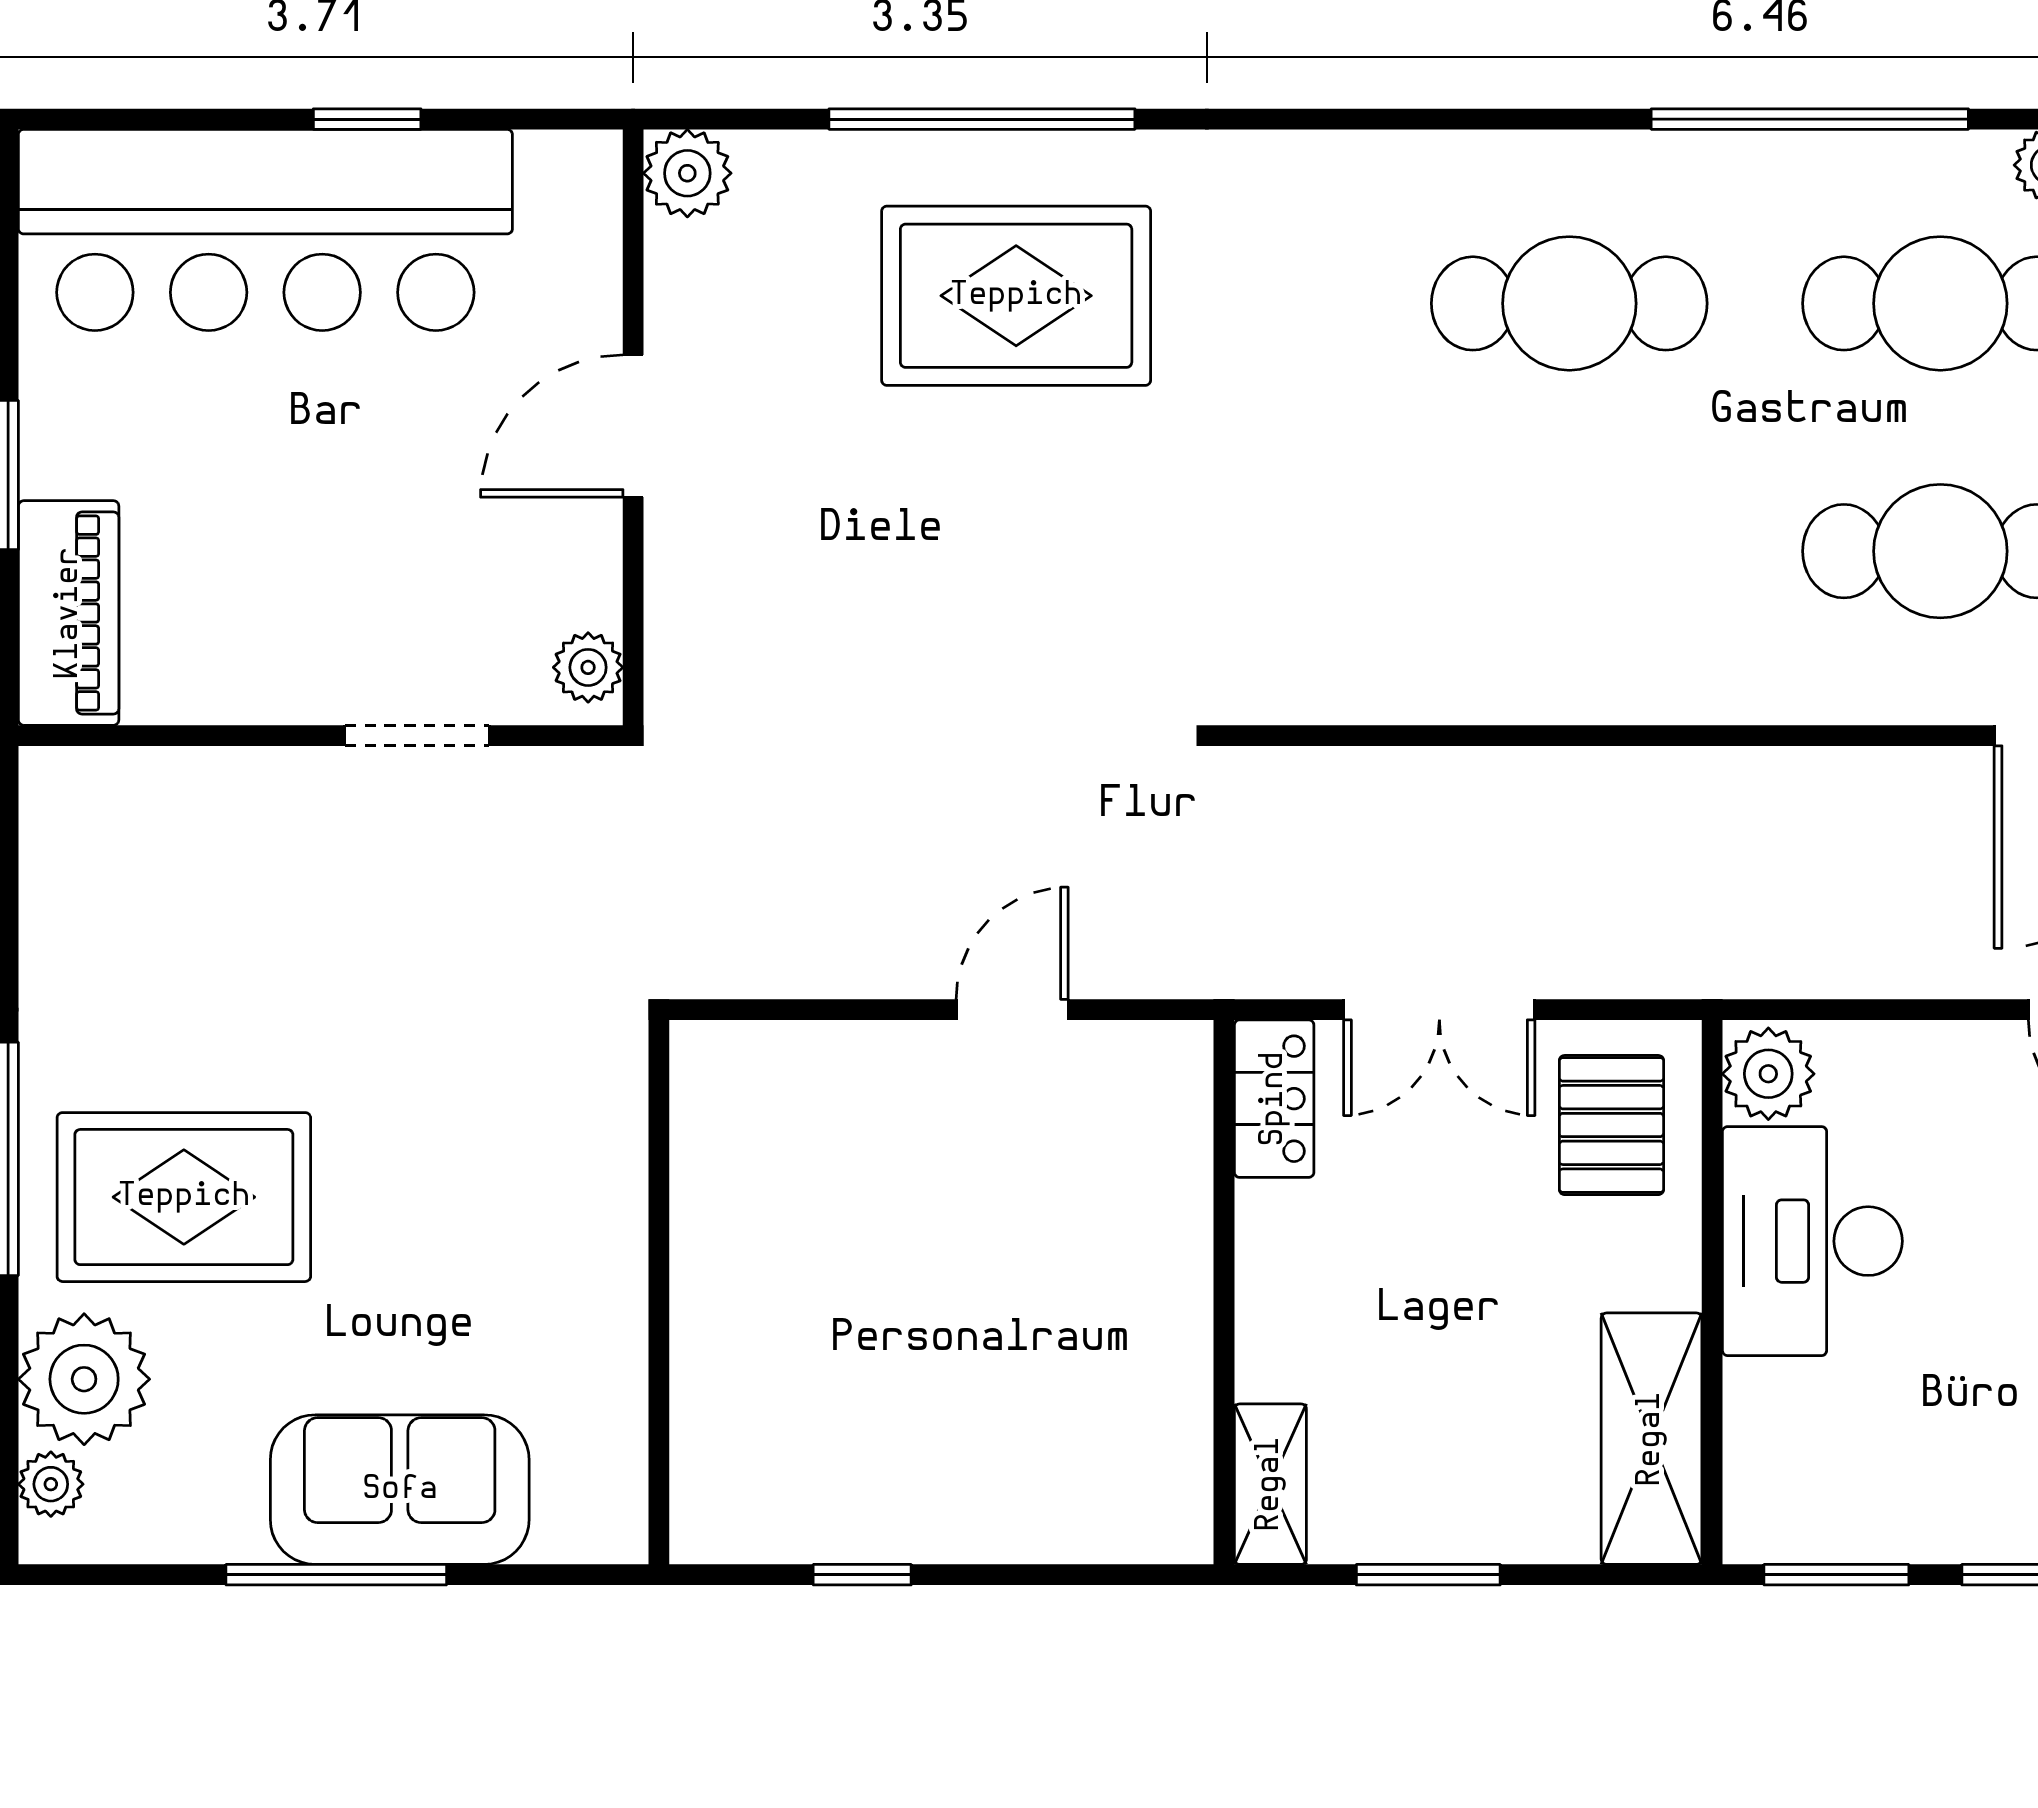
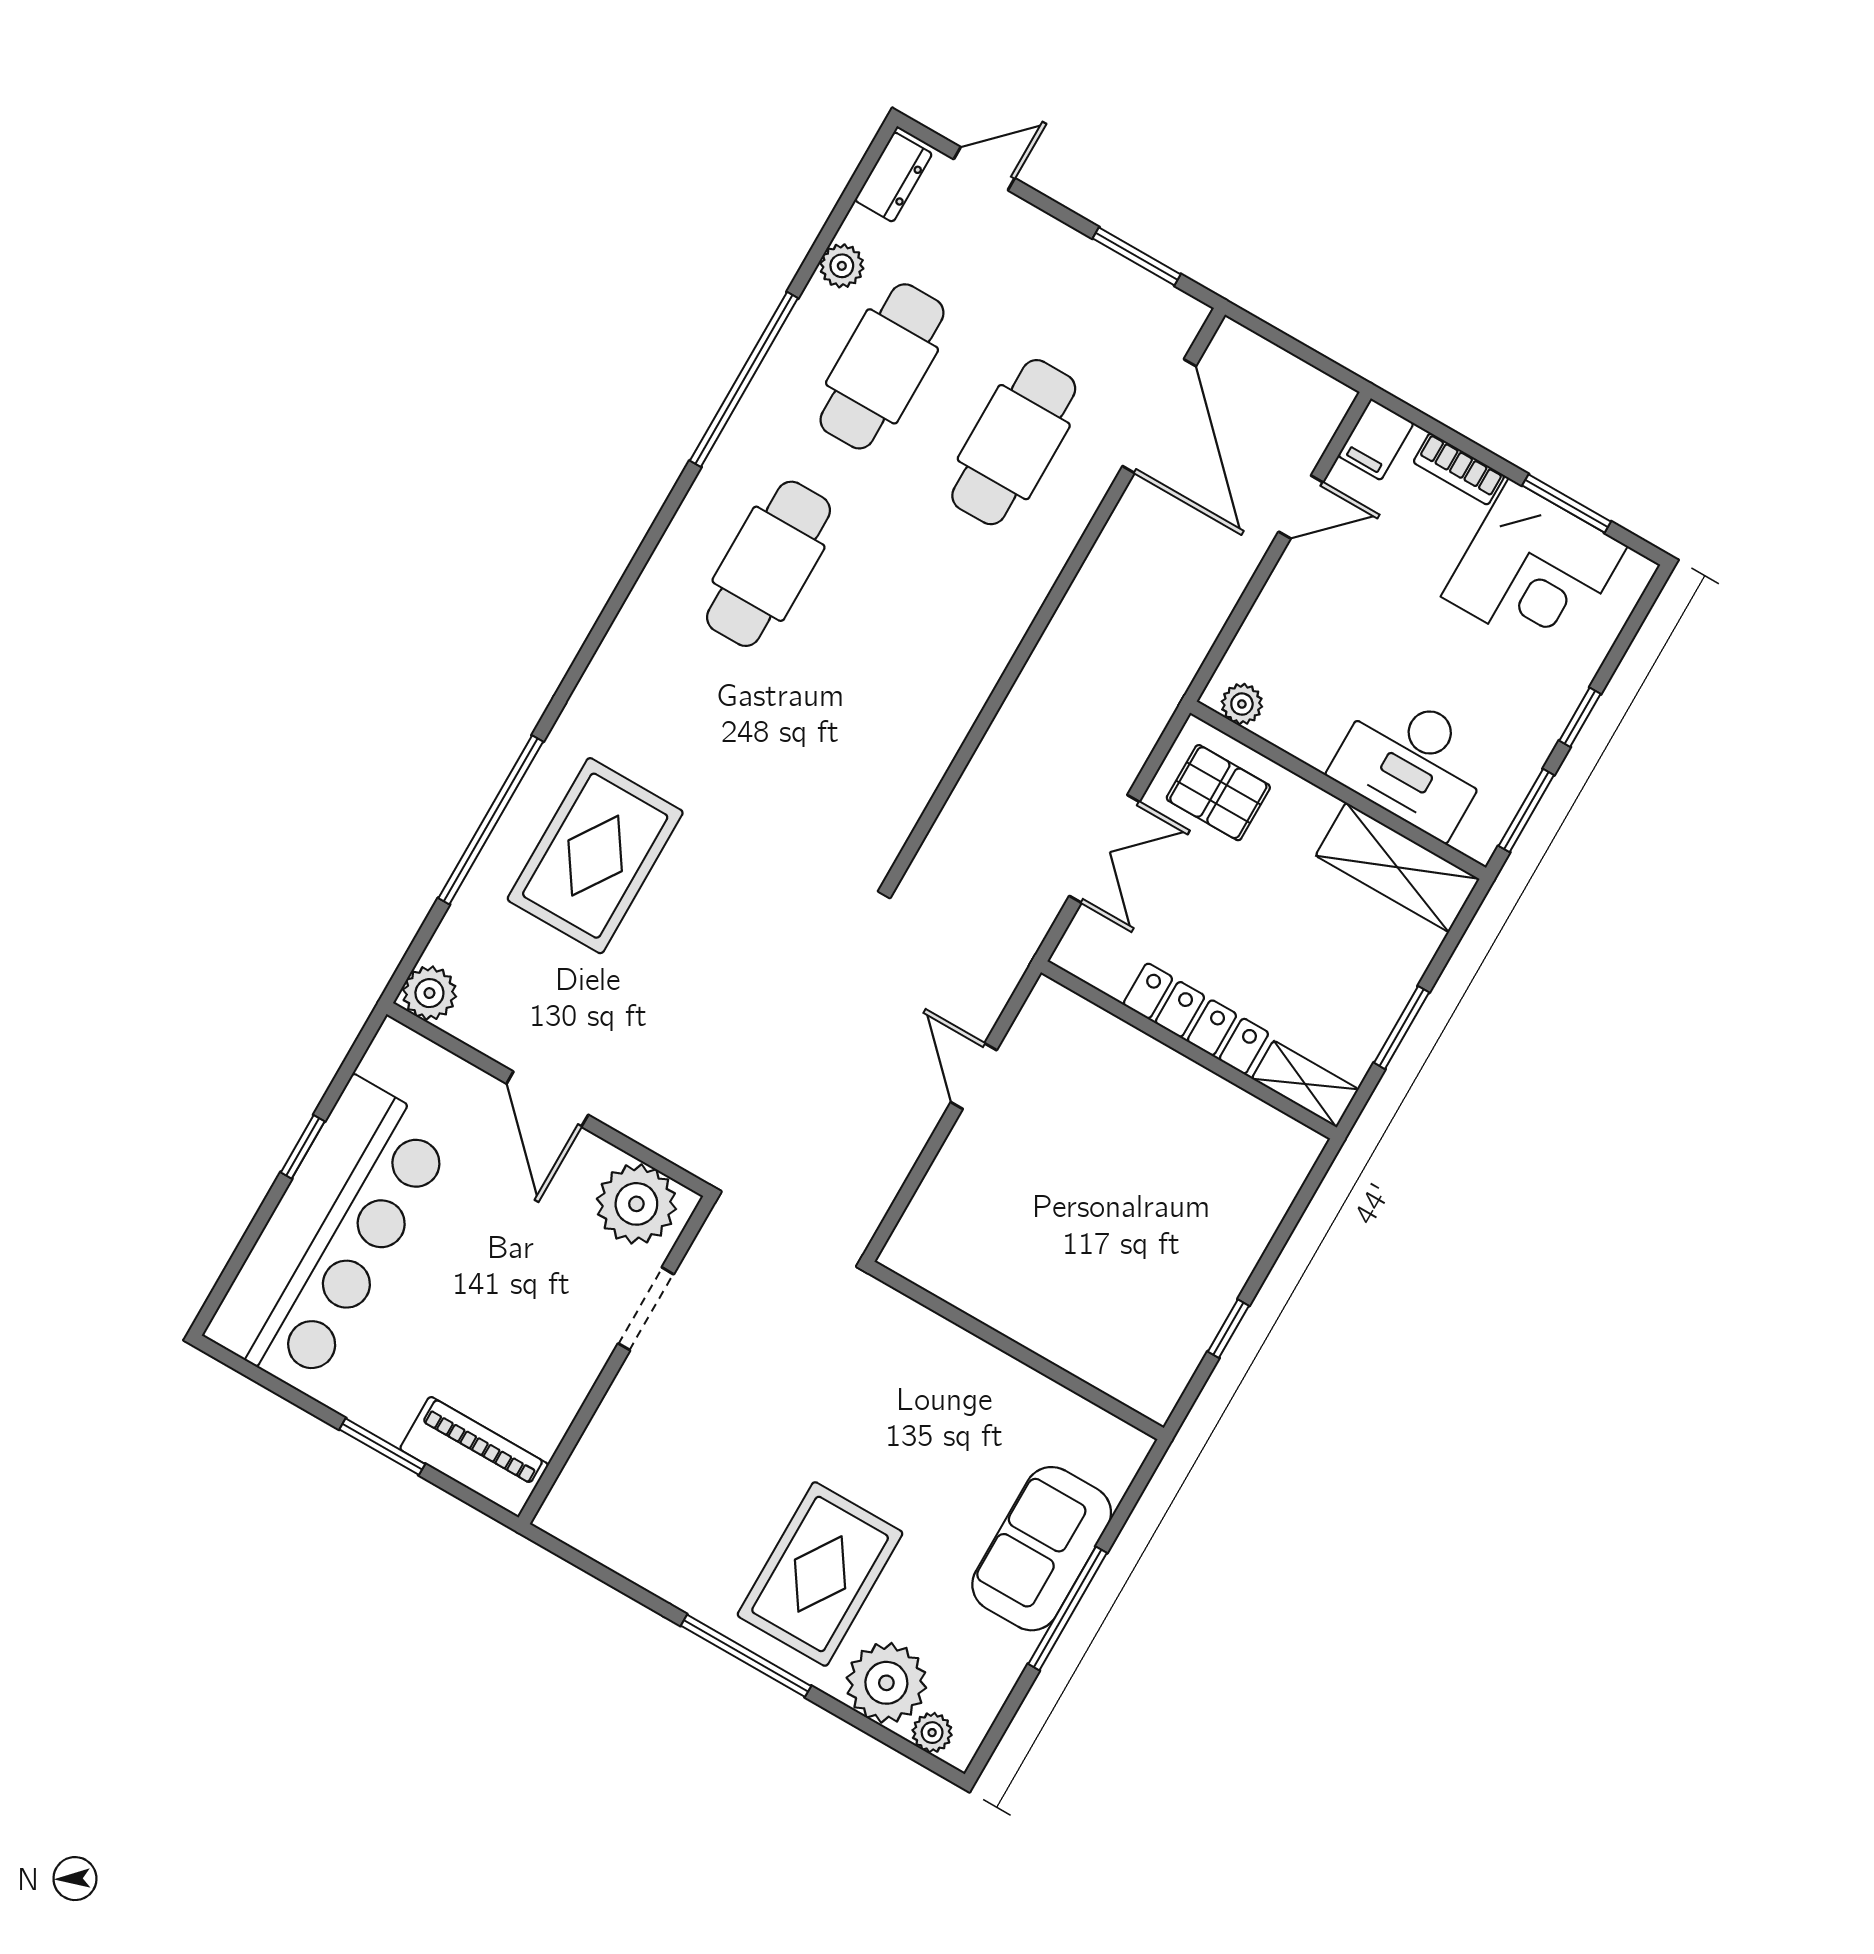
plant: (588, 667) -> (636, 1204), width x1.88, depth x1.88
plant: (1768, 1074) -> (1242, 704), width x0.73, depth x0.73
locker: (1274, 1099) -> (1196, 1019), moved, width x1.53
desk: (1812, 1241) -> (1413, 762), moved

